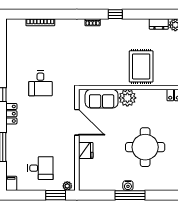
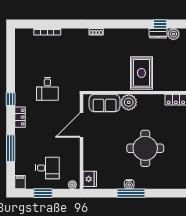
window: (115, 14) -> (160, 24), moved
door: (77, 122) -> (81, 125), swing flipped
fridge: (86, 151) -> (90, 179), moved
window: (56, 195) -> (43, 193), moved

